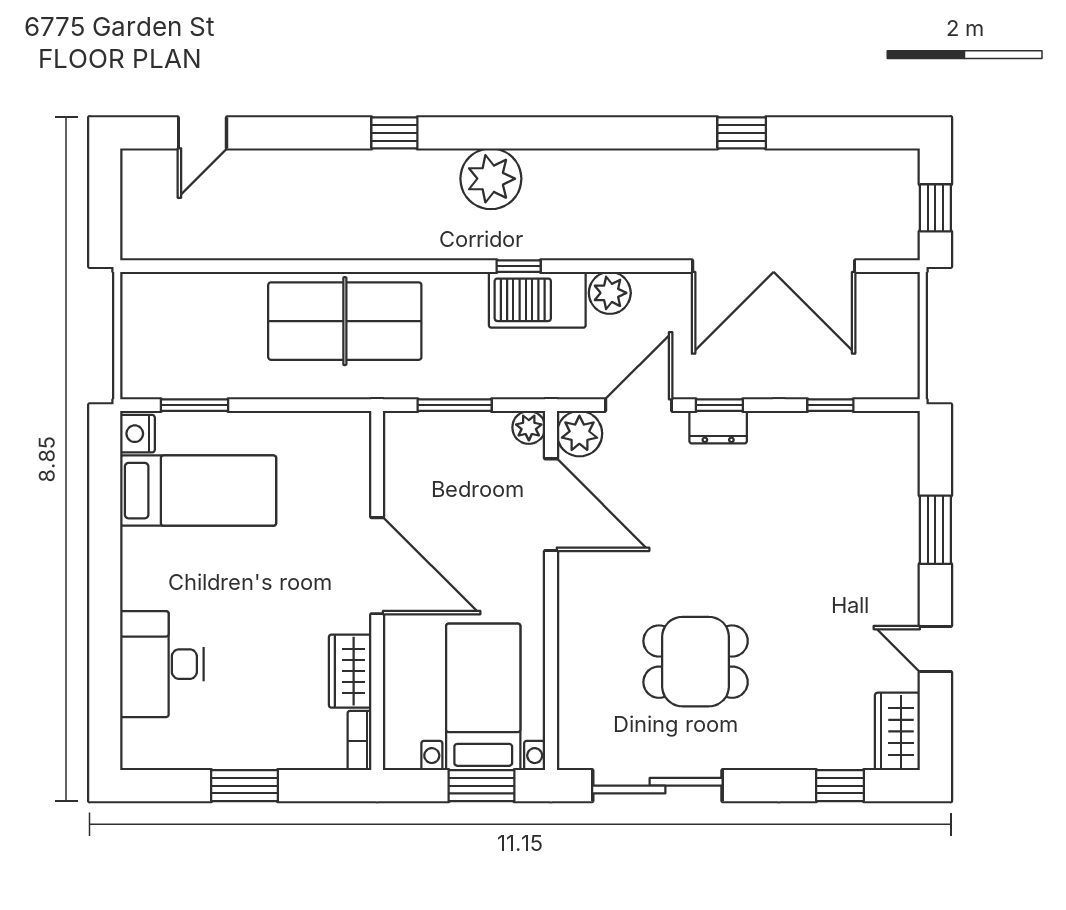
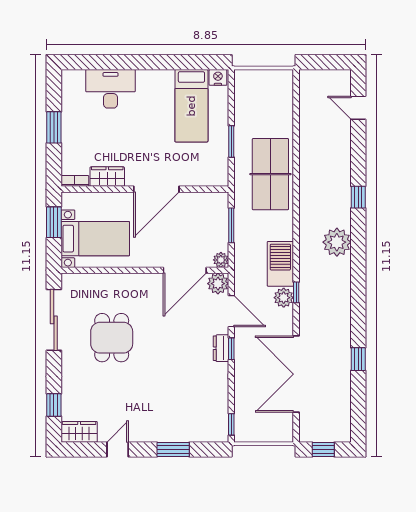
window: (519, 266) -> (296, 292), moved
window: (194, 405) -> (231, 142), moved
window: (830, 405) -> (231, 424), moved
window: (481, 786) -> (54, 222), moved

